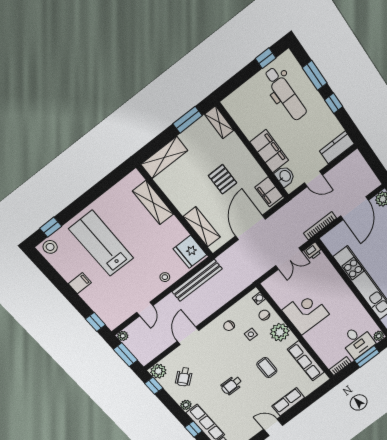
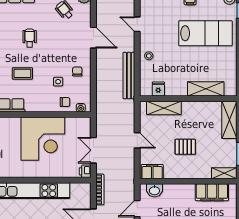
filing cabinet: (269, 151) -> (212, 192), moved
door: (250, 227) -> (137, 140), width x0.53
fridge: (190, 252) -> (158, 89), width x0.53, depth x0.75
corner desk: (306, 312) -> (43, 139), width x1.36, depth x1.36
plant: (280, 332) -> (43, 103), removed

